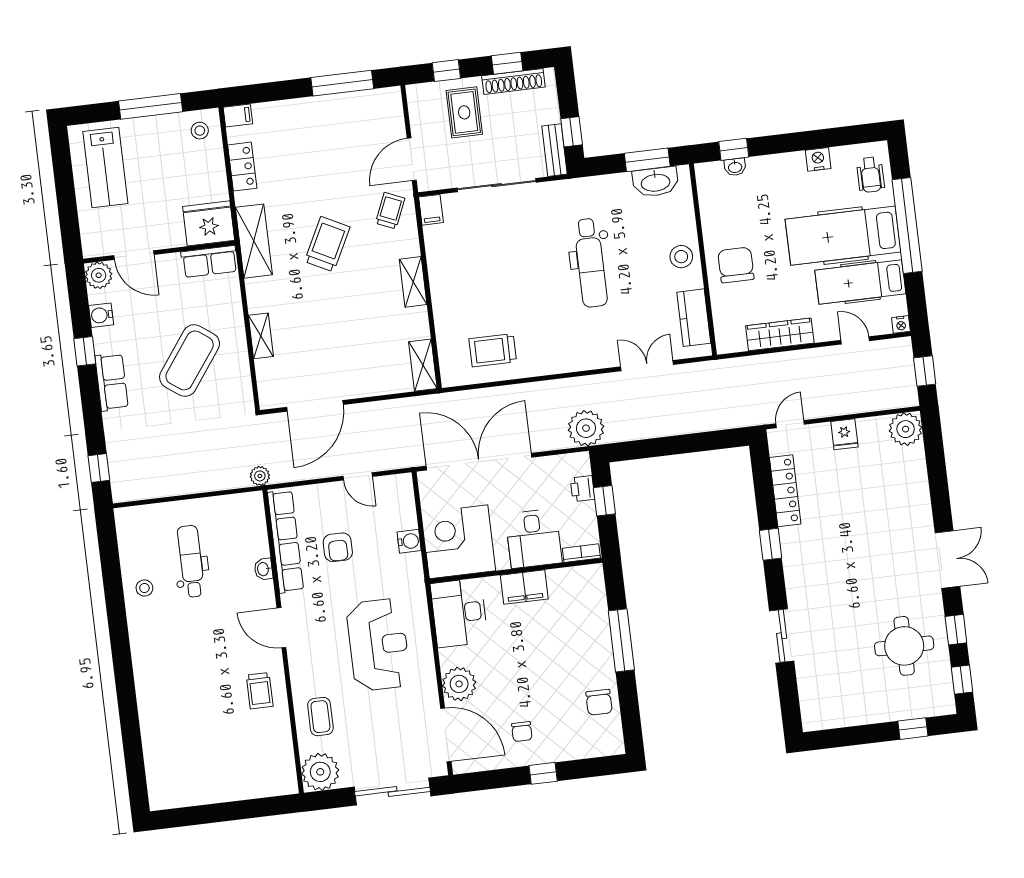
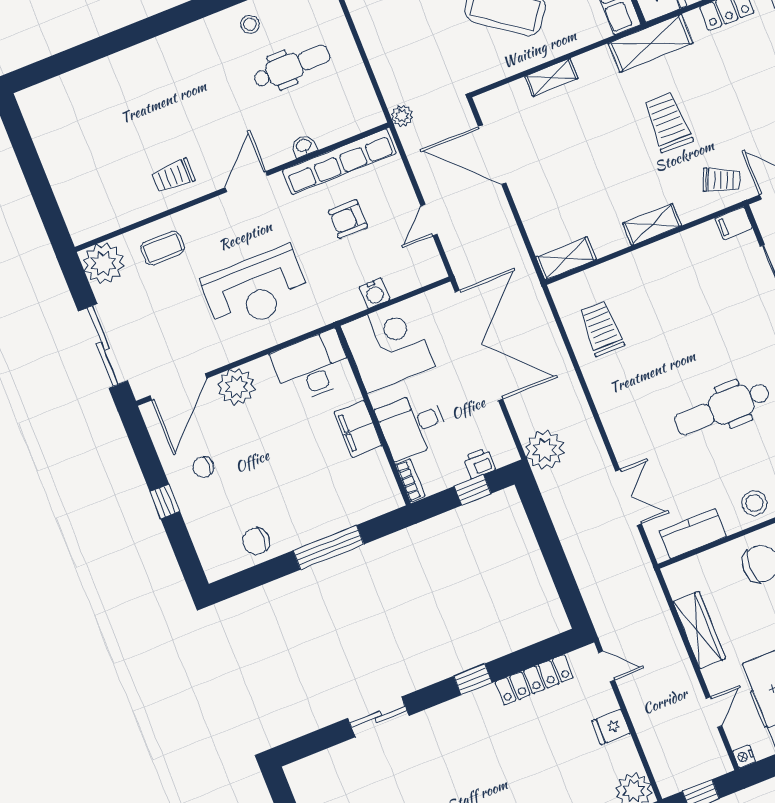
trolley: (327, 244) -> (668, 122), turned -117

